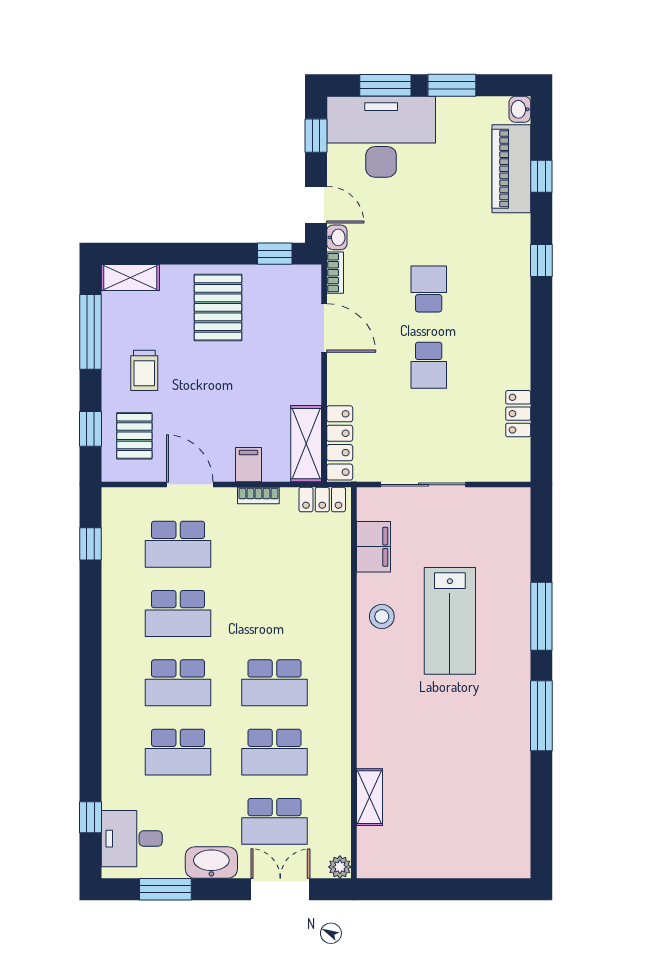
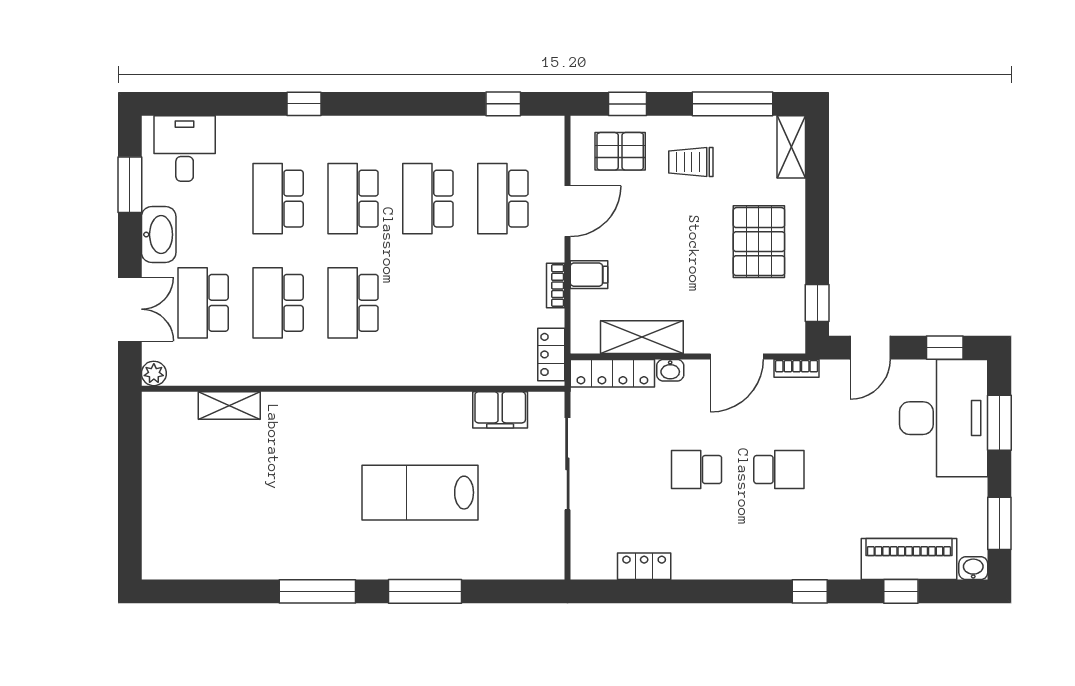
window: (452, 85) -> (999, 523), moved
washbasin: (337, 237) -> (670, 370), moved
pallet: (218, 307) -> (759, 242), turned 90
shelving: (306, 444) -> (642, 337), moved
stool: (382, 616) -> (425, 419), removed
window: (90, 817) -> (304, 104), moved

